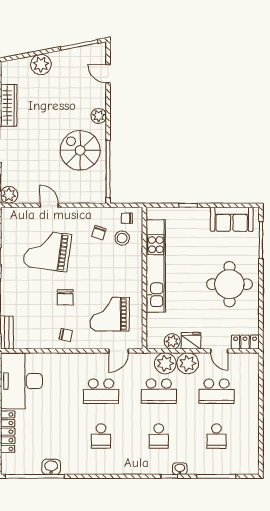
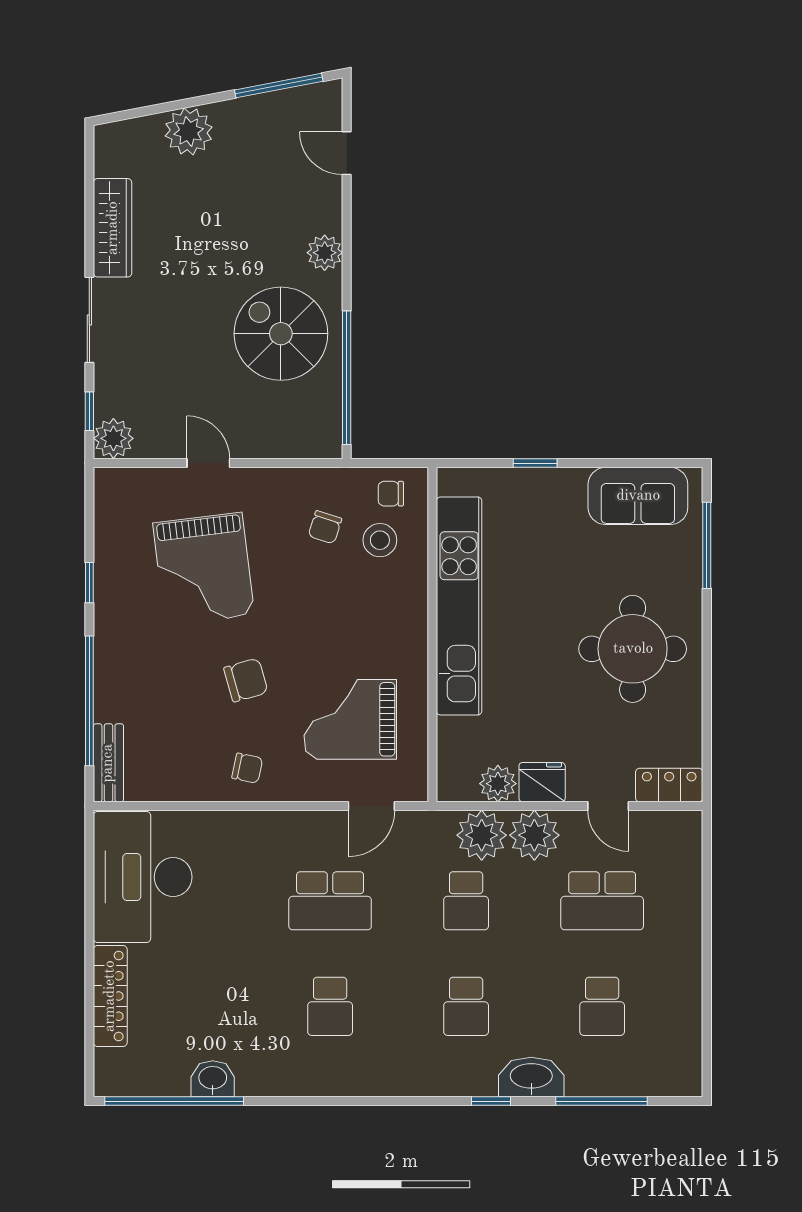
grand piano: (47, 250) -> (204, 569), turned -105
chair: (65, 297) -> (246, 680), turned -106
school desk: (159, 391) -> (466, 901), width x0.54
washbasin: (180, 469) -> (531, 1077), width x1.91, depth x1.45

